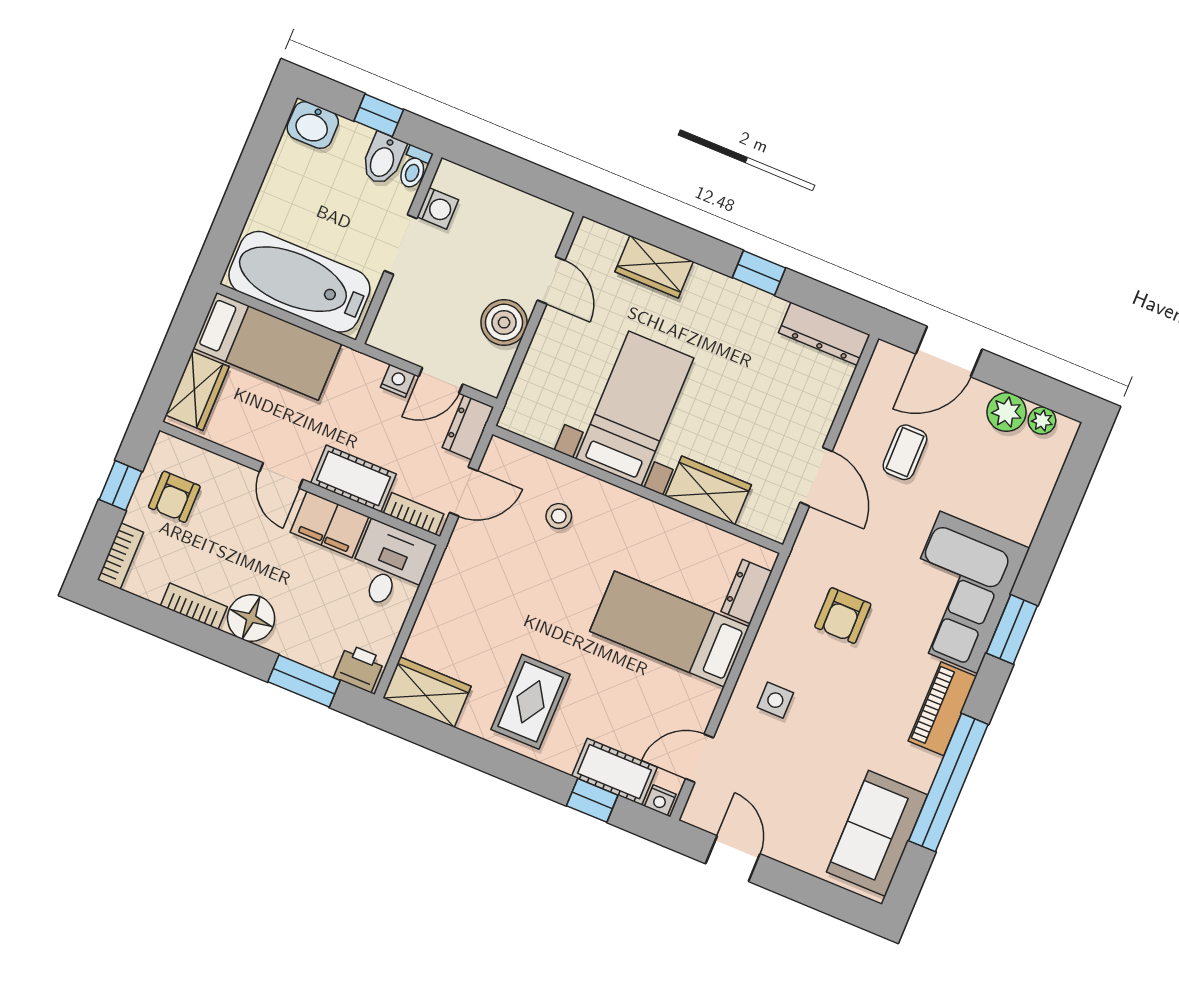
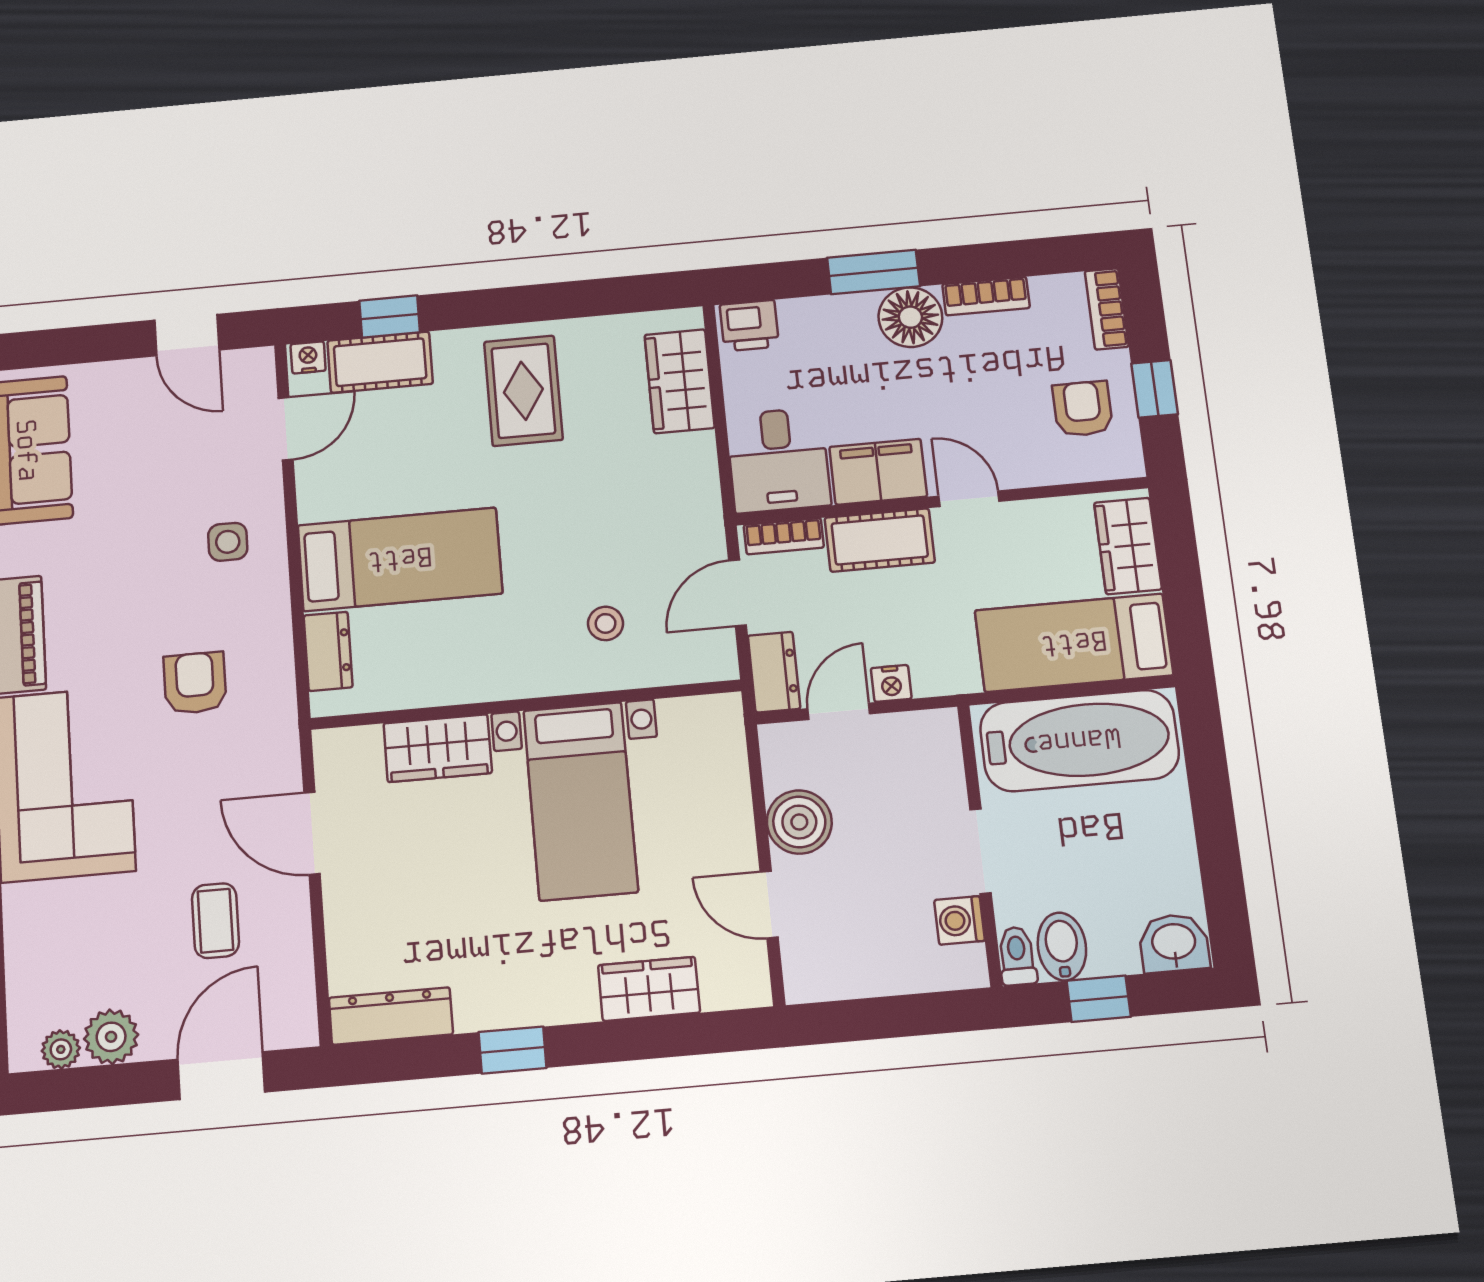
window: (304, 681) -> (873, 272), moved
wardrobe: (427, 692) -> (680, 381), moved, turned 90

